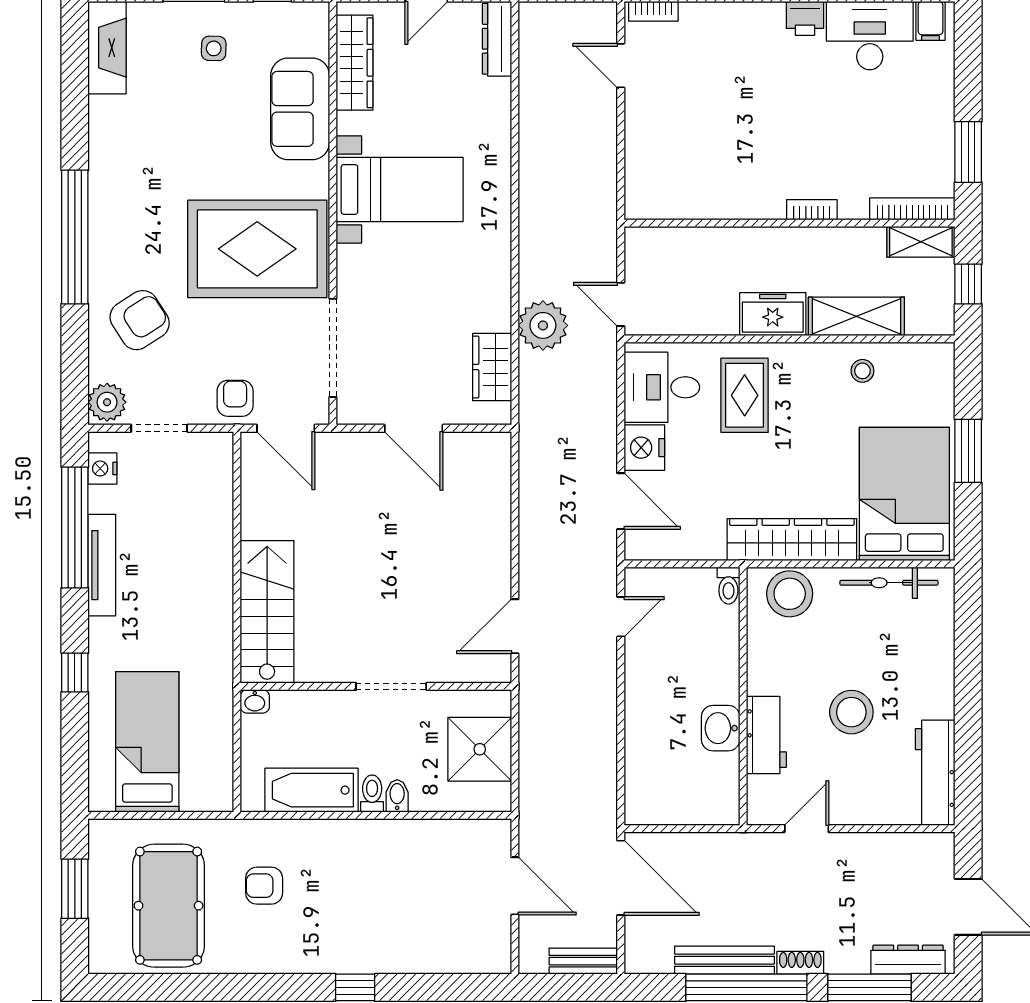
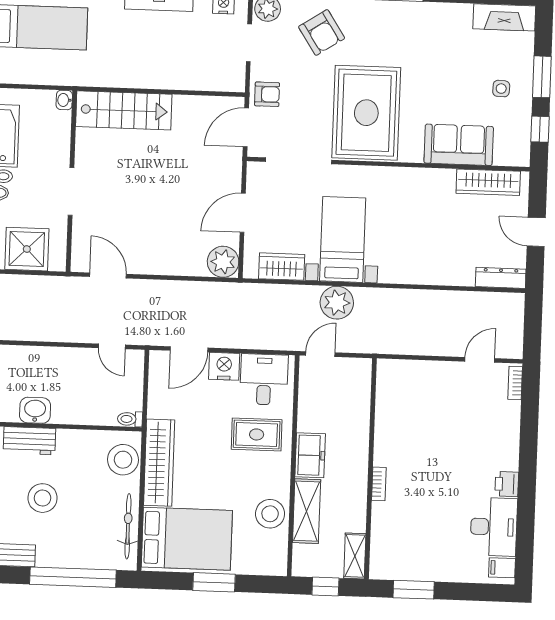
bed with nightstands: (400, 189) -> (343, 239), moved, turned 180
bookcase: (912, 209) -> (377, 551), removed
plant: (543, 325) -> (337, 303), moved
stool: (862, 371) -> (270, 514), width x1.89, depth x1.89
plant: (488, 455) -> (223, 262), added
window: (968, 662) -> (73, 577), added

